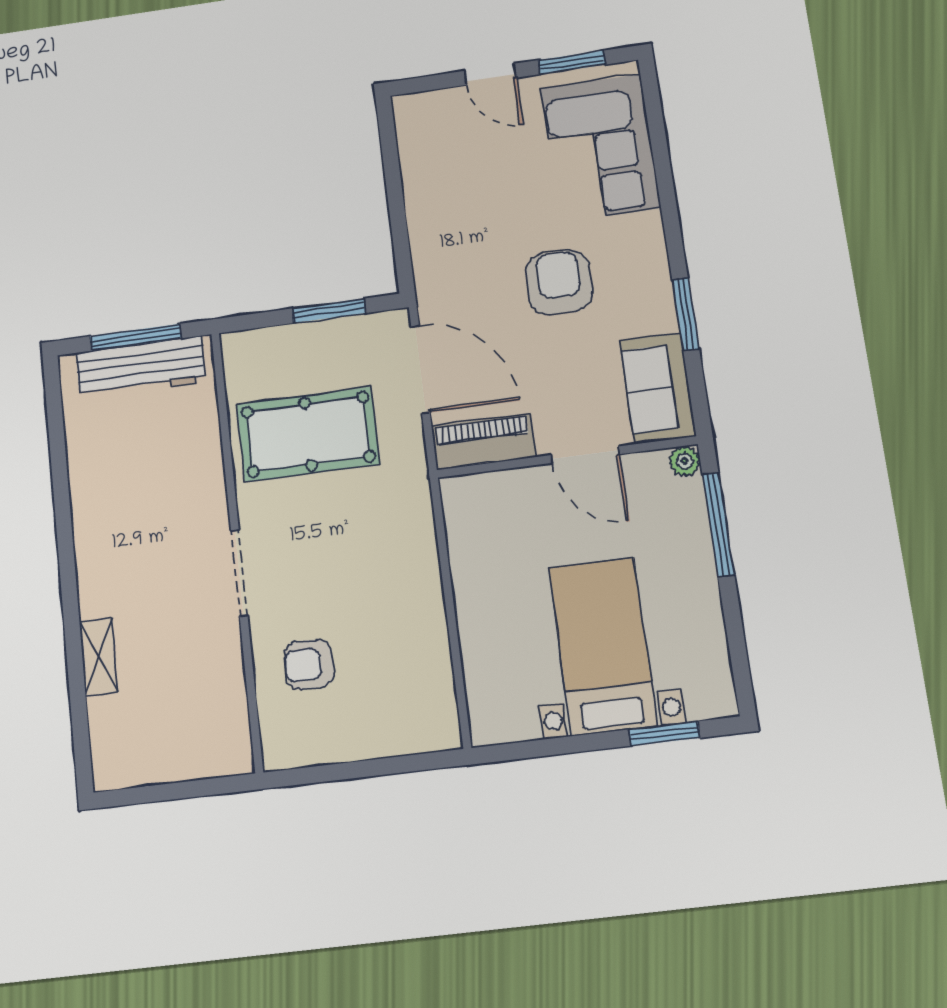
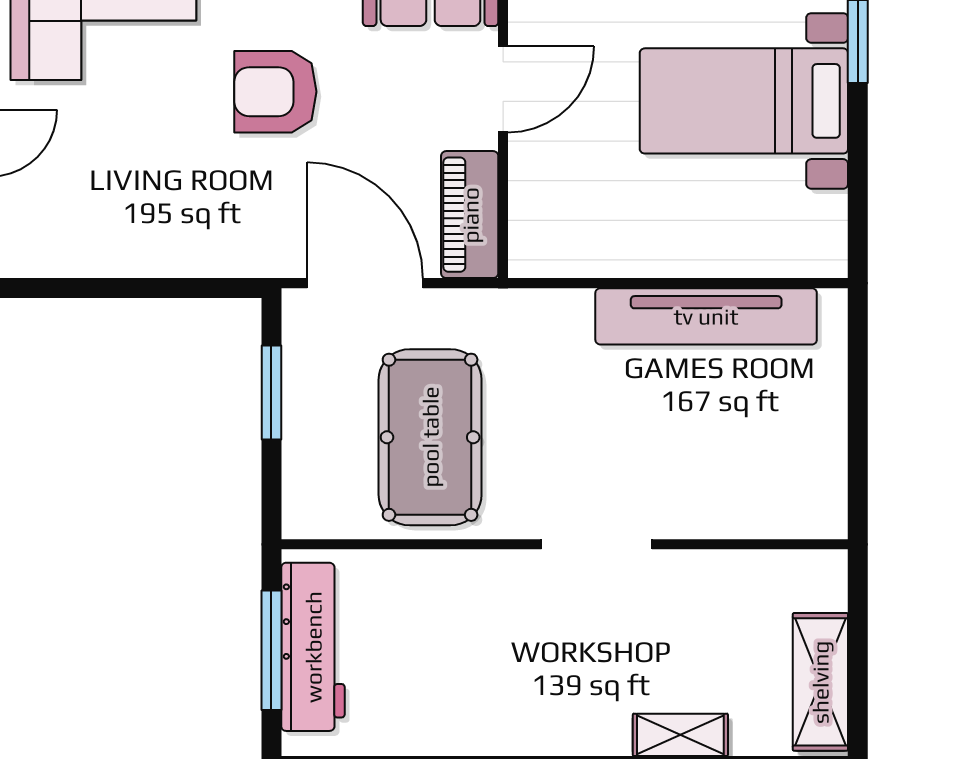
door: (420, 369) -> (365, 283), hinge flipped
tv unit: (427, 637) -> (706, 316), added
armchair: (309, 664) -> (722, 468), removed
shelving: (149, 763) -> (820, 682), added

